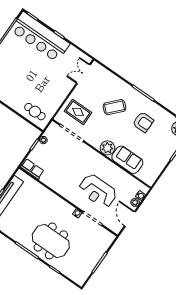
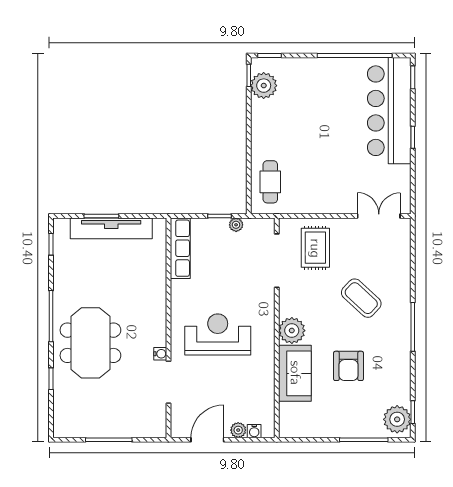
armchair: (143, 122) -> (349, 366), moved
row of seats: (32, 169) -> (180, 248), width x1.48
reception desk: (98, 191) -> (218, 334), moved, turned 90

